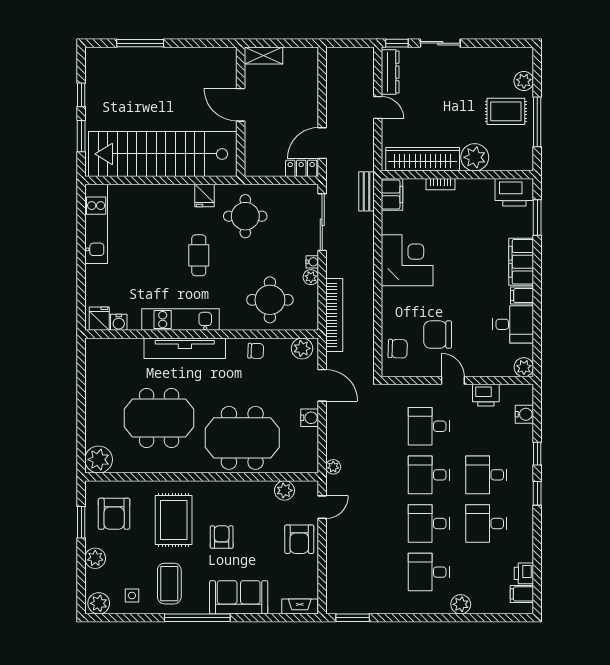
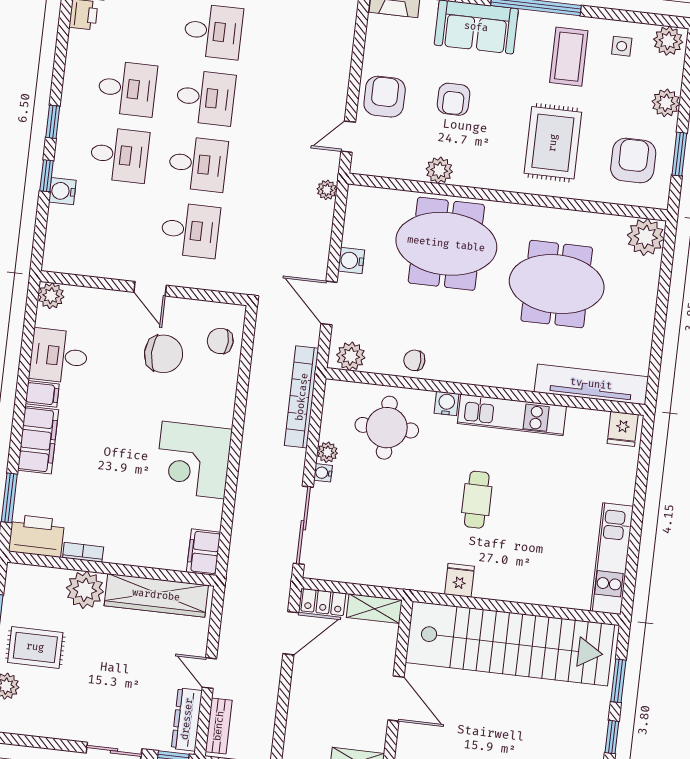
shelving: (264, 168) -> (374, 609), added
bookcase: (441, 184) -> (83, 552), moved
bench: (366, 191) -> (219, 726), moved
round table: (245, 216) -> (407, 546), removed
water cooler: (119, 322) -> (447, 403), moved
tv unit: (185, 348) -> (591, 384), moved
printer: (486, 395) -> (107, 264), removed
water cooler: (524, 414) -> (62, 191), moved
plant: (284, 490) -> (439, 170), moved
armchair: (222, 537) -> (454, 99), moved

